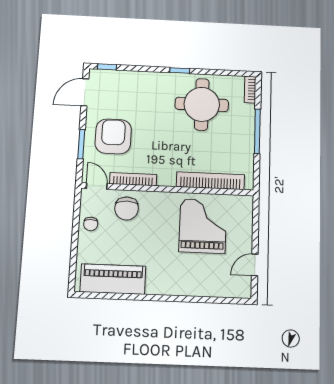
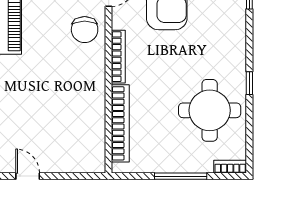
bookcase: (133, 179) -> (118, 57), moved
chair: (127, 209) -> (85, 30), turned -90
grand piano: (203, 226) -> (69, 116), removed

